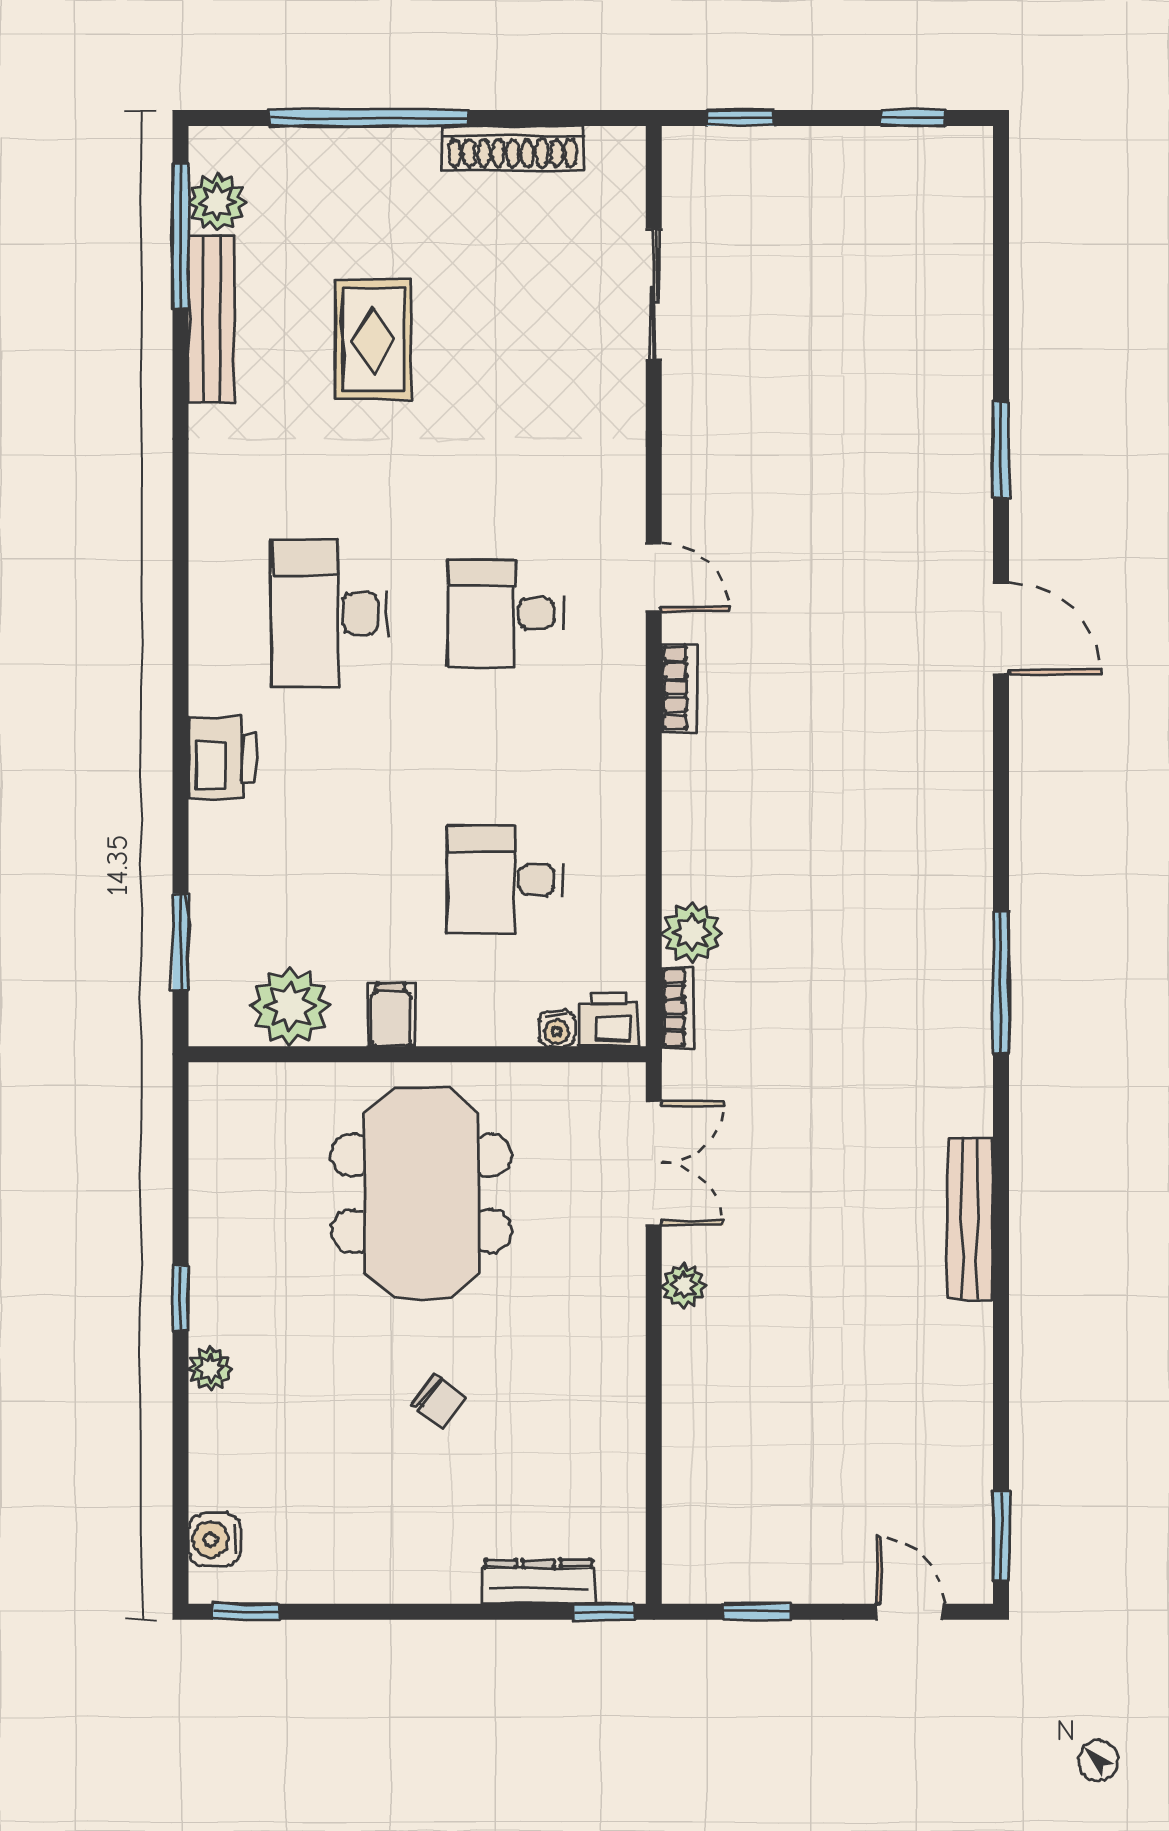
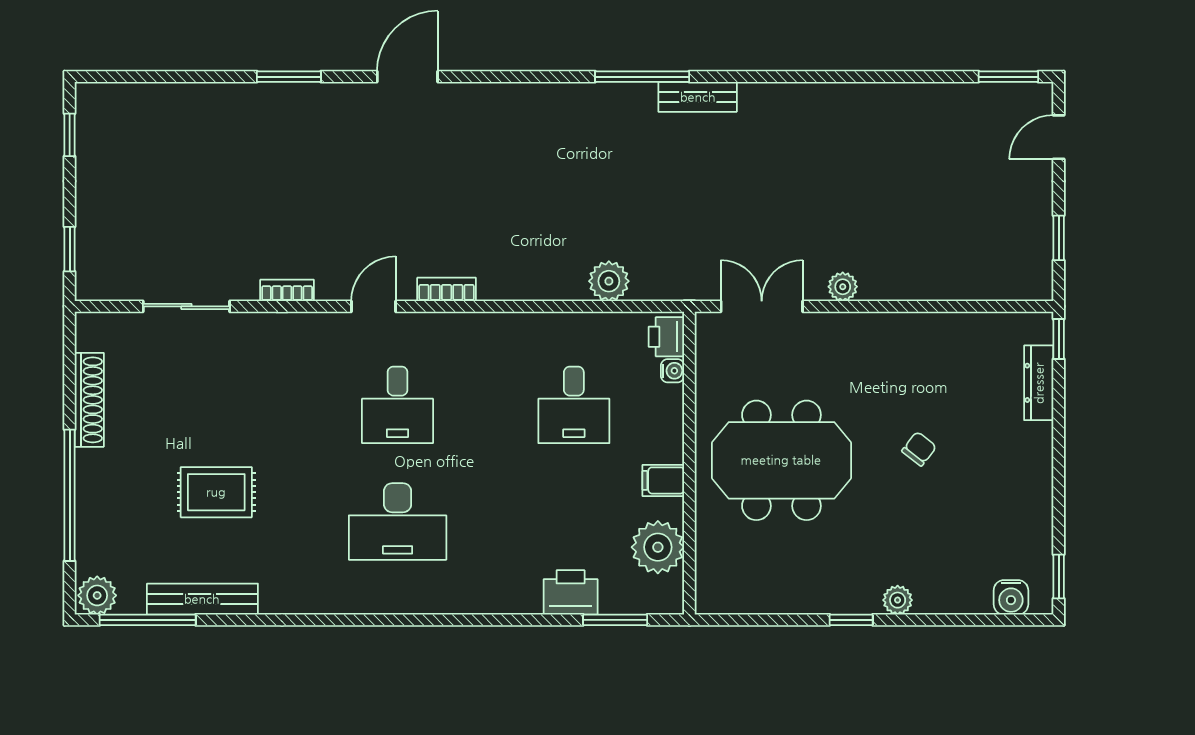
plant: (217, 202) -> (97, 595), moved
printer: (222, 758) -> (571, 592), moved
bookcase: (678, 1008) -> (287, 290), moved
bench: (970, 1218) -> (698, 97), moved, width x0.73

